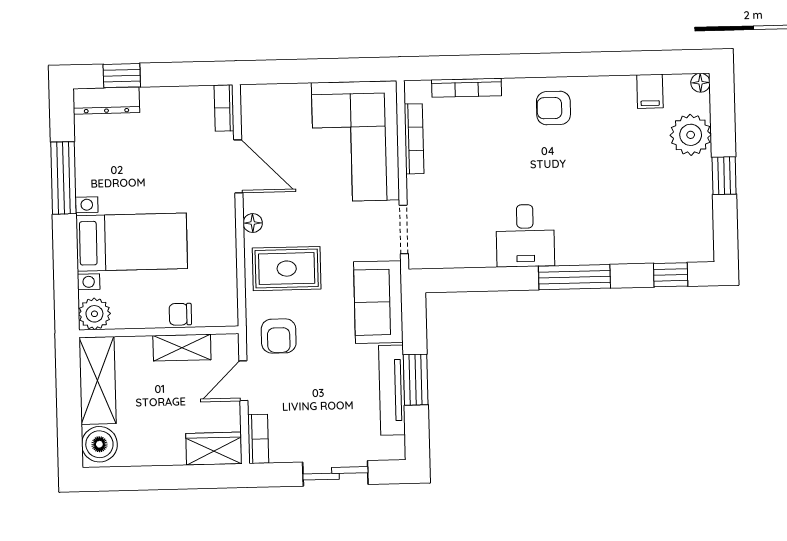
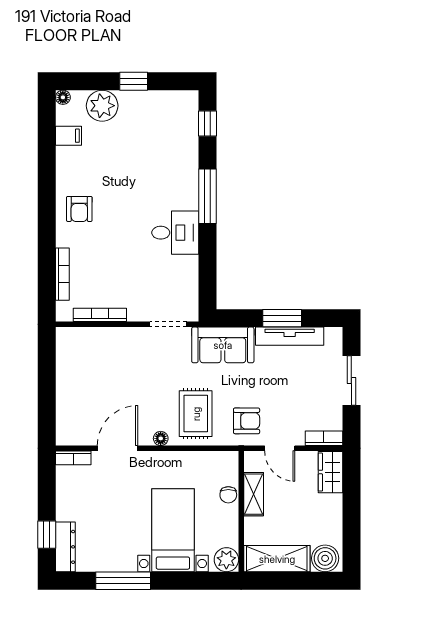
corner sofa: (355, 141) -> (101, 359), removed

